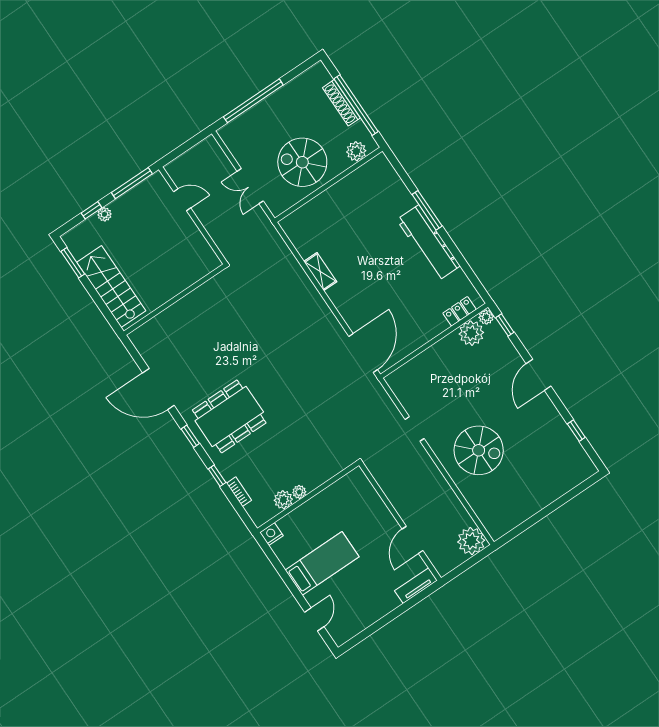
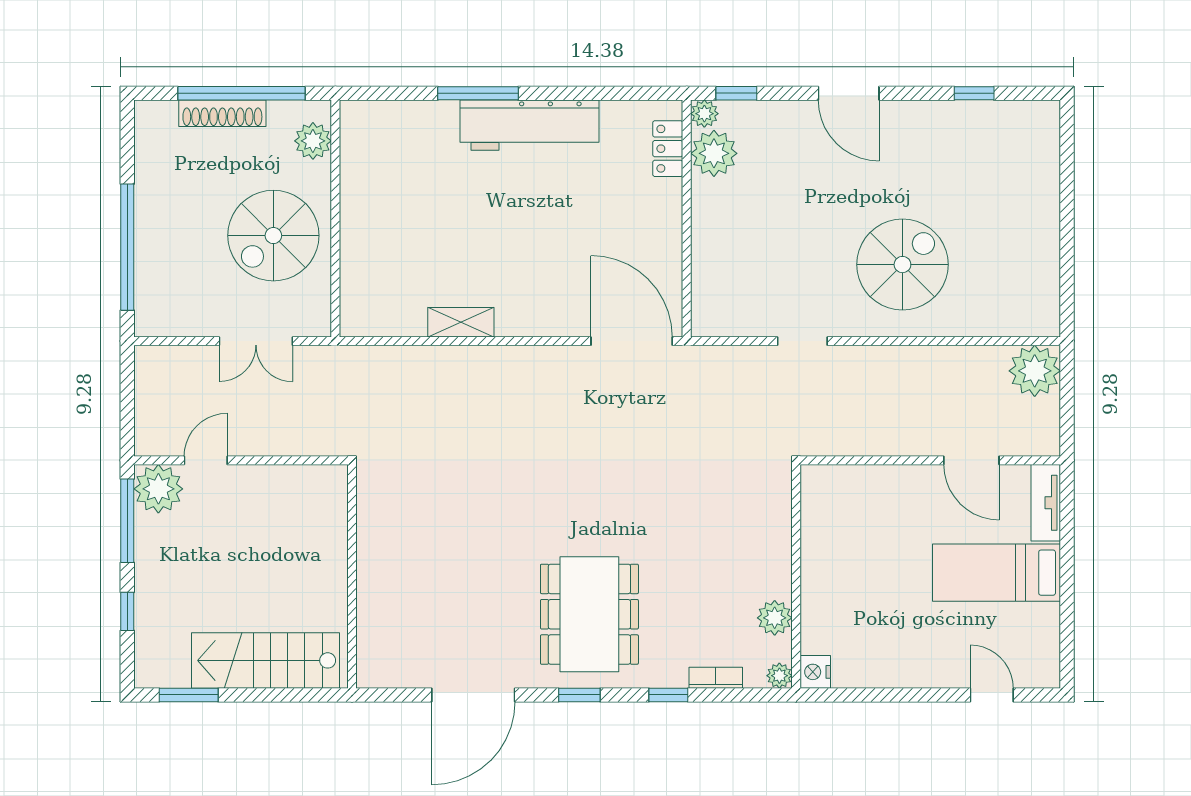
plant: (104, 214) -> (158, 489), moved, width x1.88, depth x1.88
plant: (299, 492) -> (779, 676), moved
bed: (322, 563) -> (997, 573), moved, turned -90

